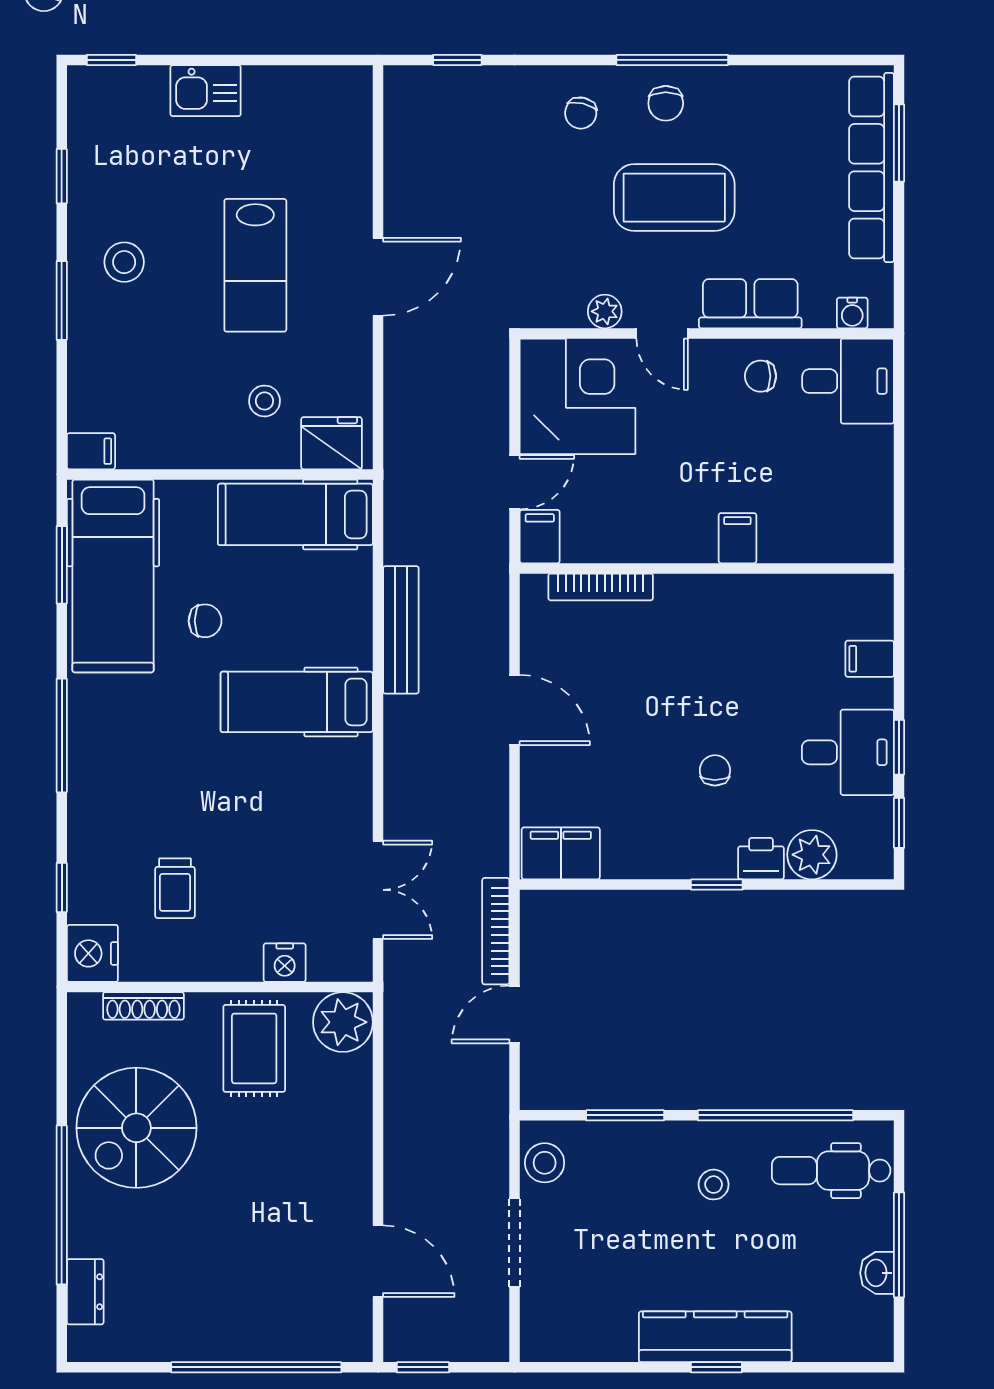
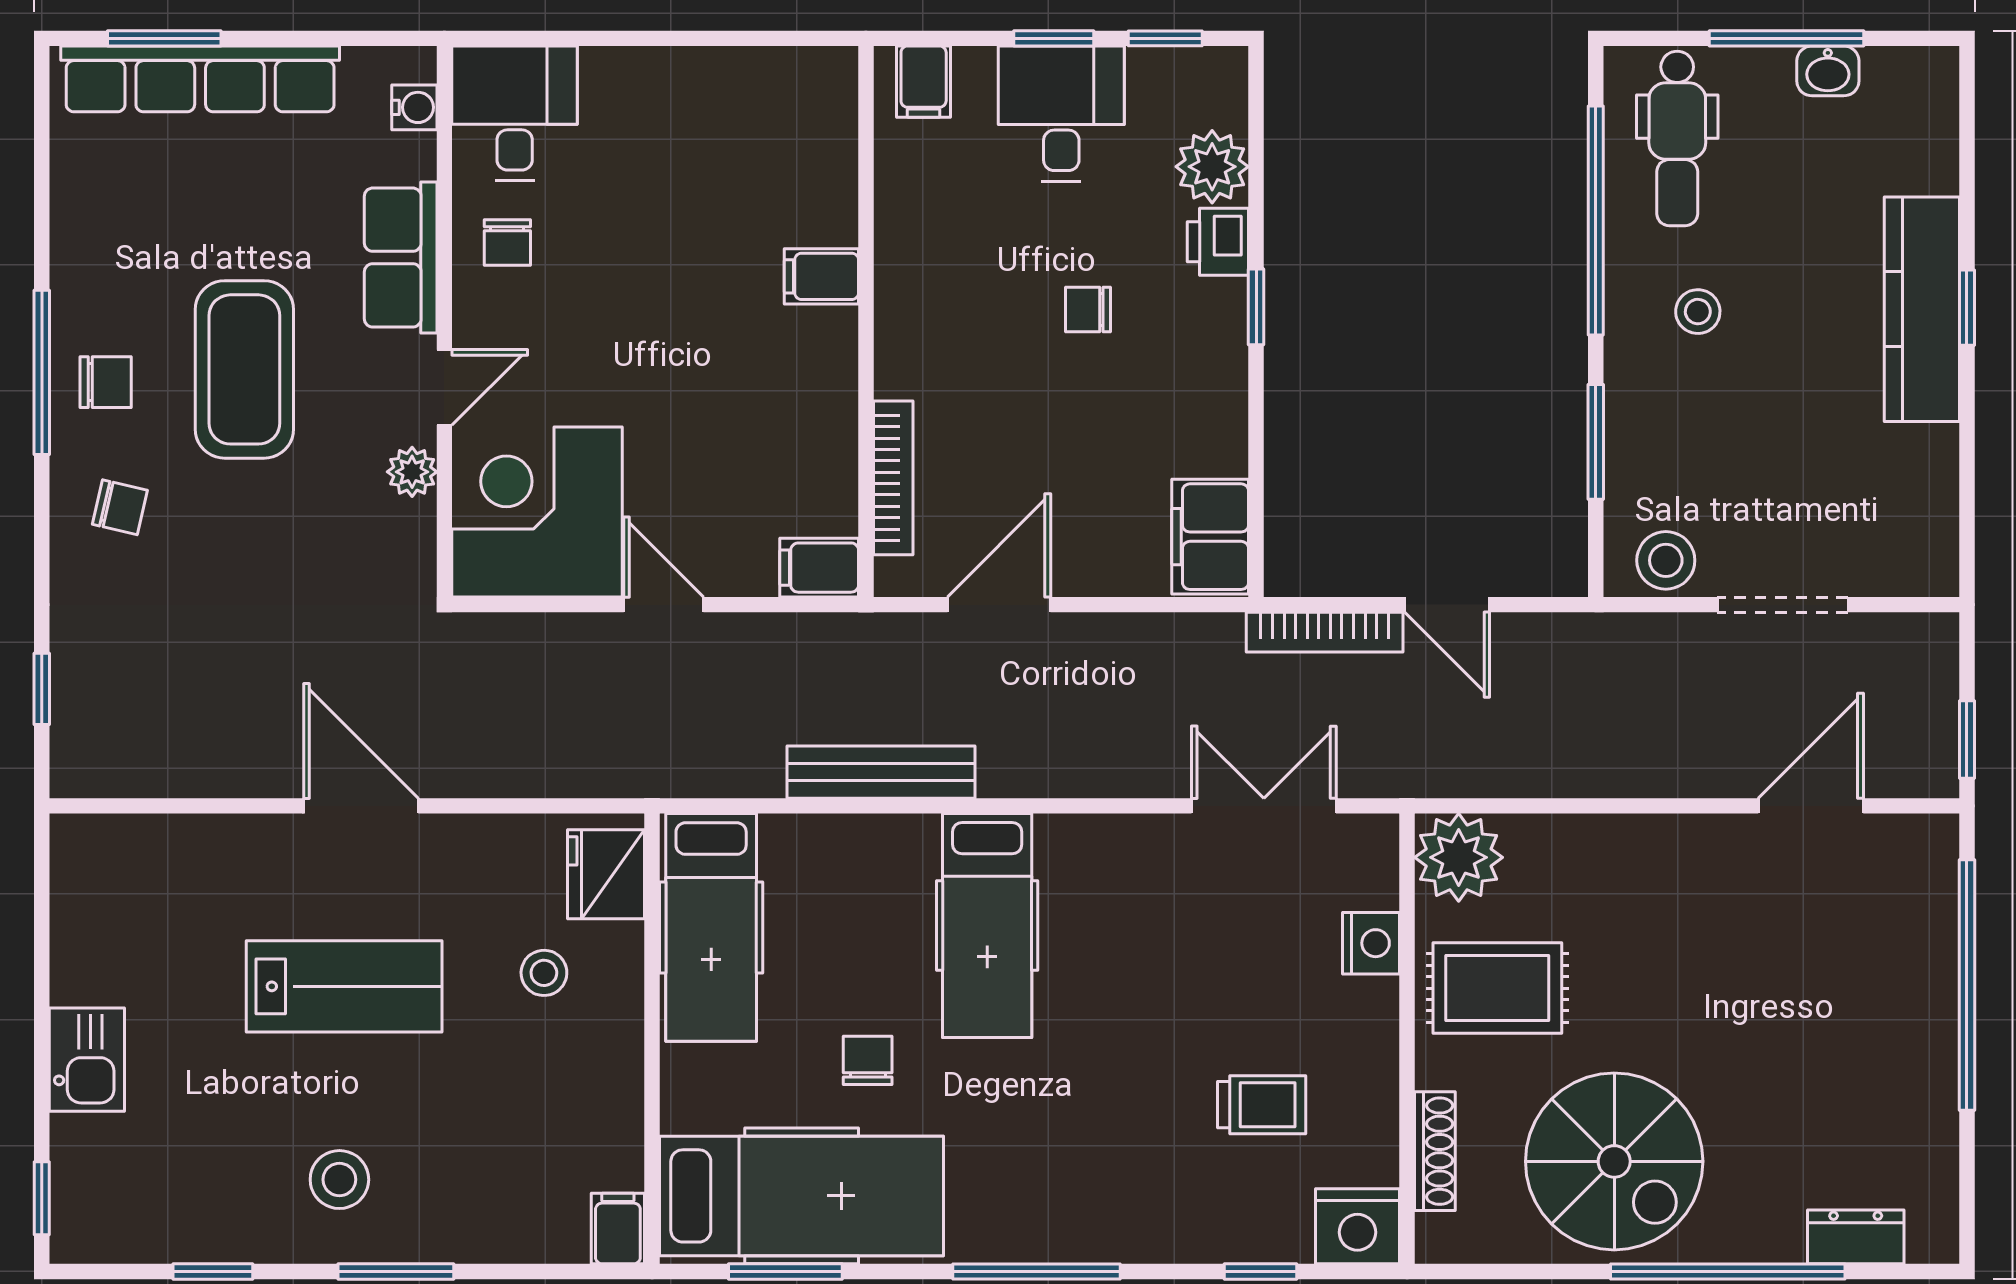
filing cabinet: (540, 537) -> (819, 568), moved
filing cabinet: (737, 538) -> (821, 276), moved
wall: (707, 568) -> (866, 321), moved
bookcase: (601, 587) -> (893, 478), moved

